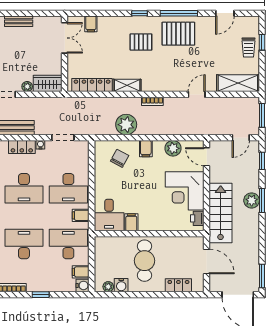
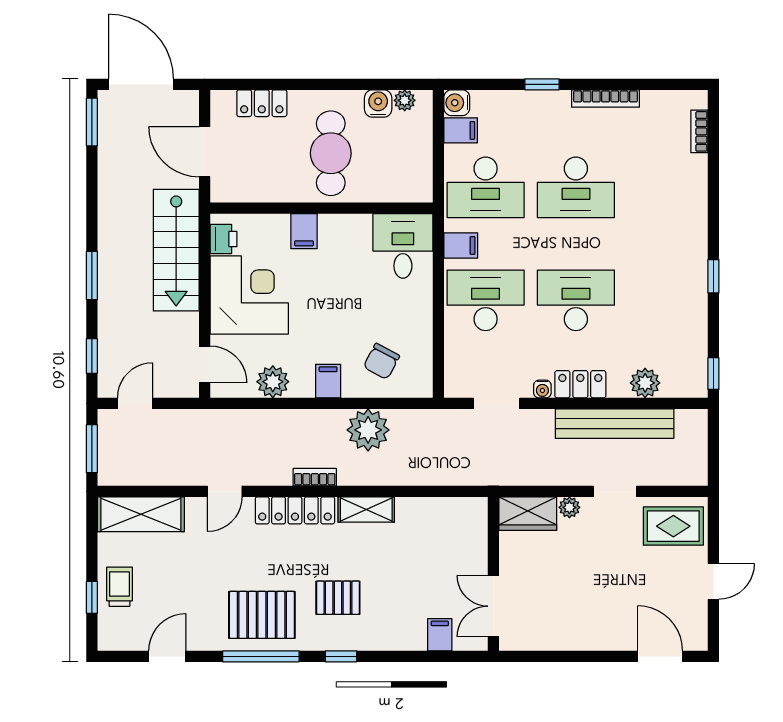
bench: (19, 21) -> (587, 640), removed
locker: (92, 85) -> (295, 510), moved
plant: (252, 200) -> (113, 276), removed
filing cabinet: (131, 222) -> (304, 231), moved

